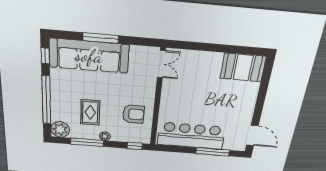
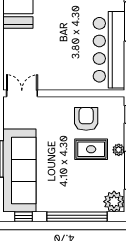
rug: (90, 112) -> (91, 149), moved

